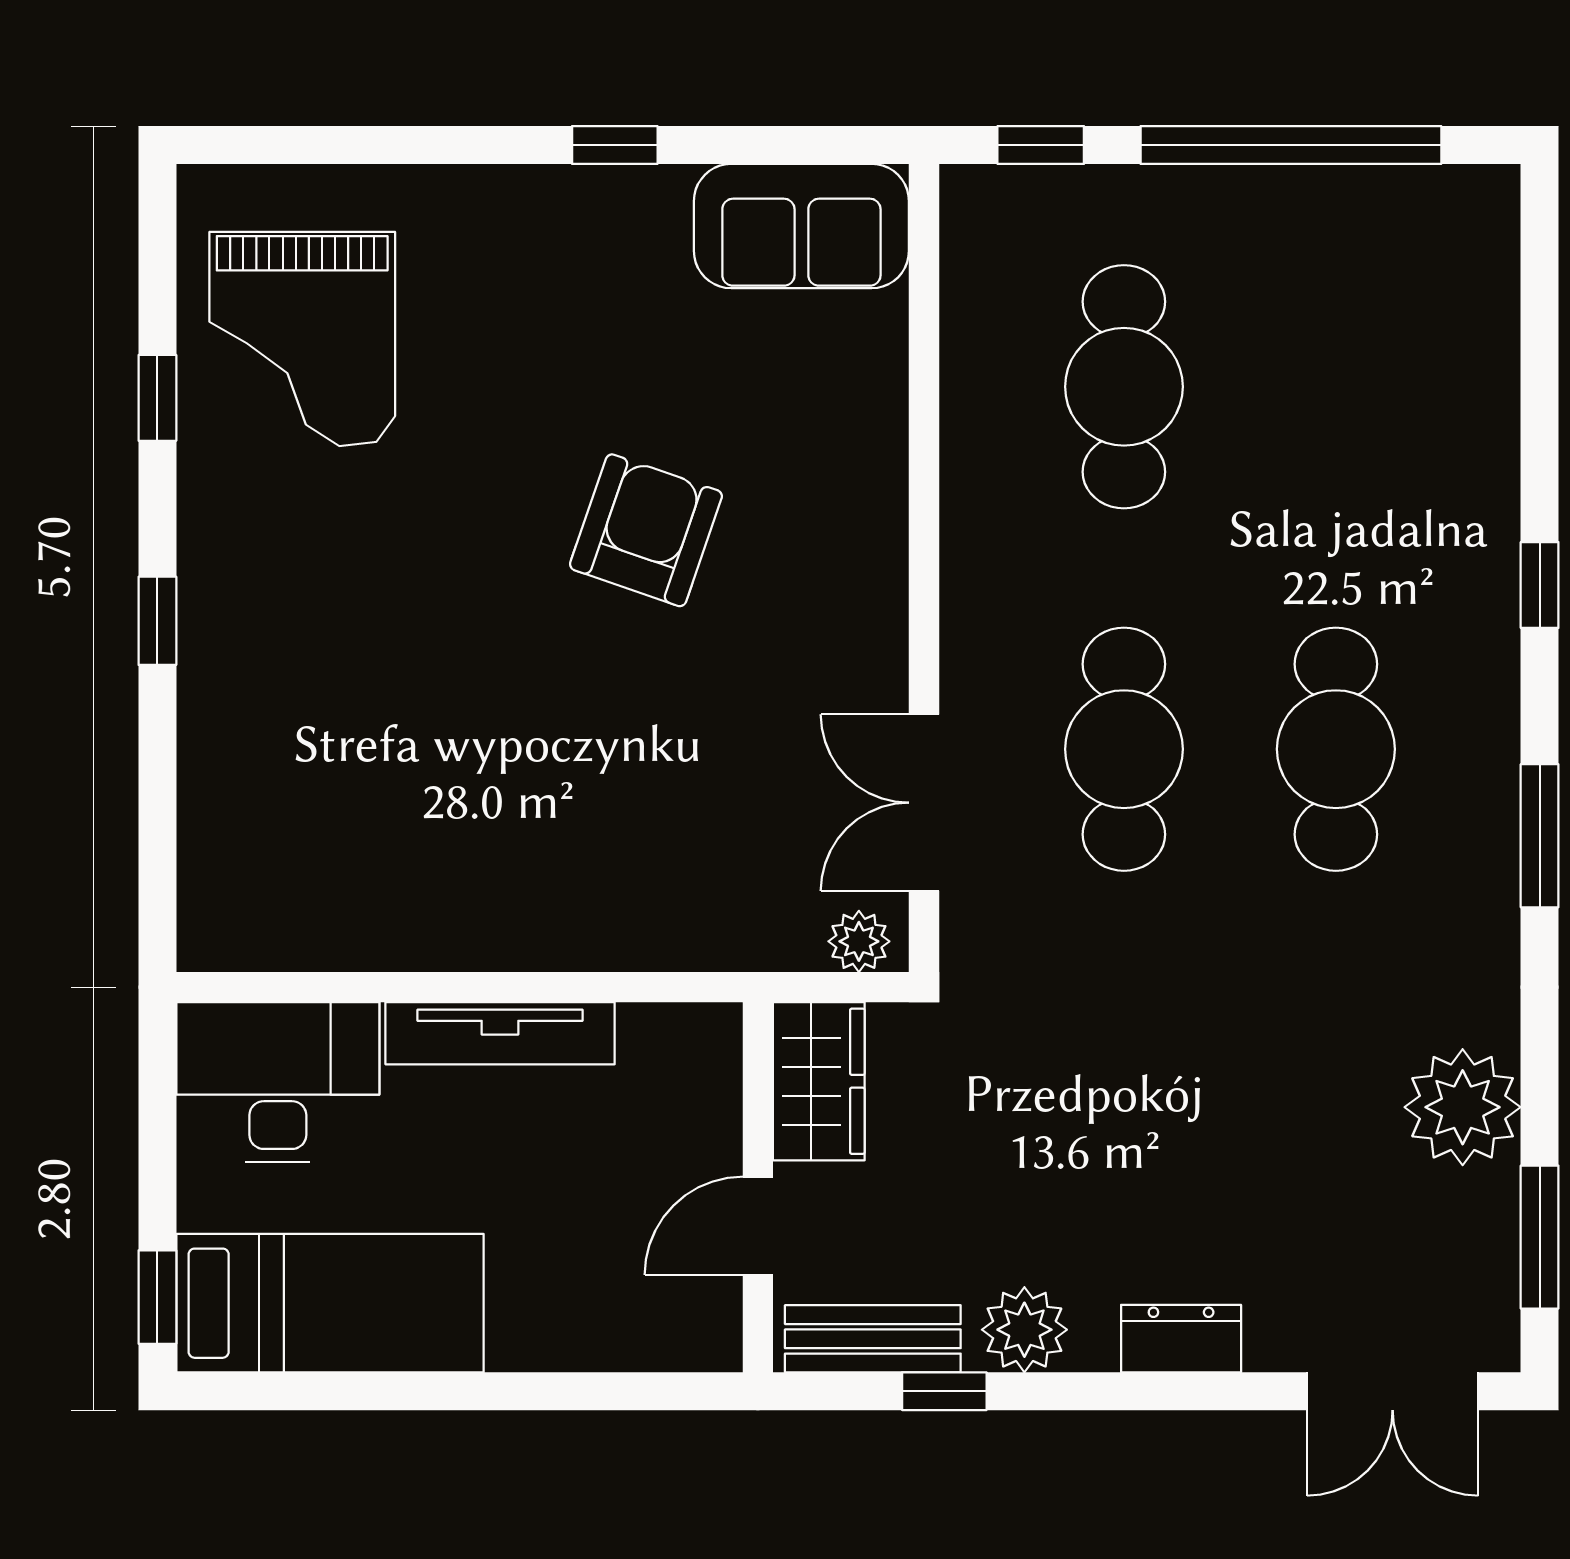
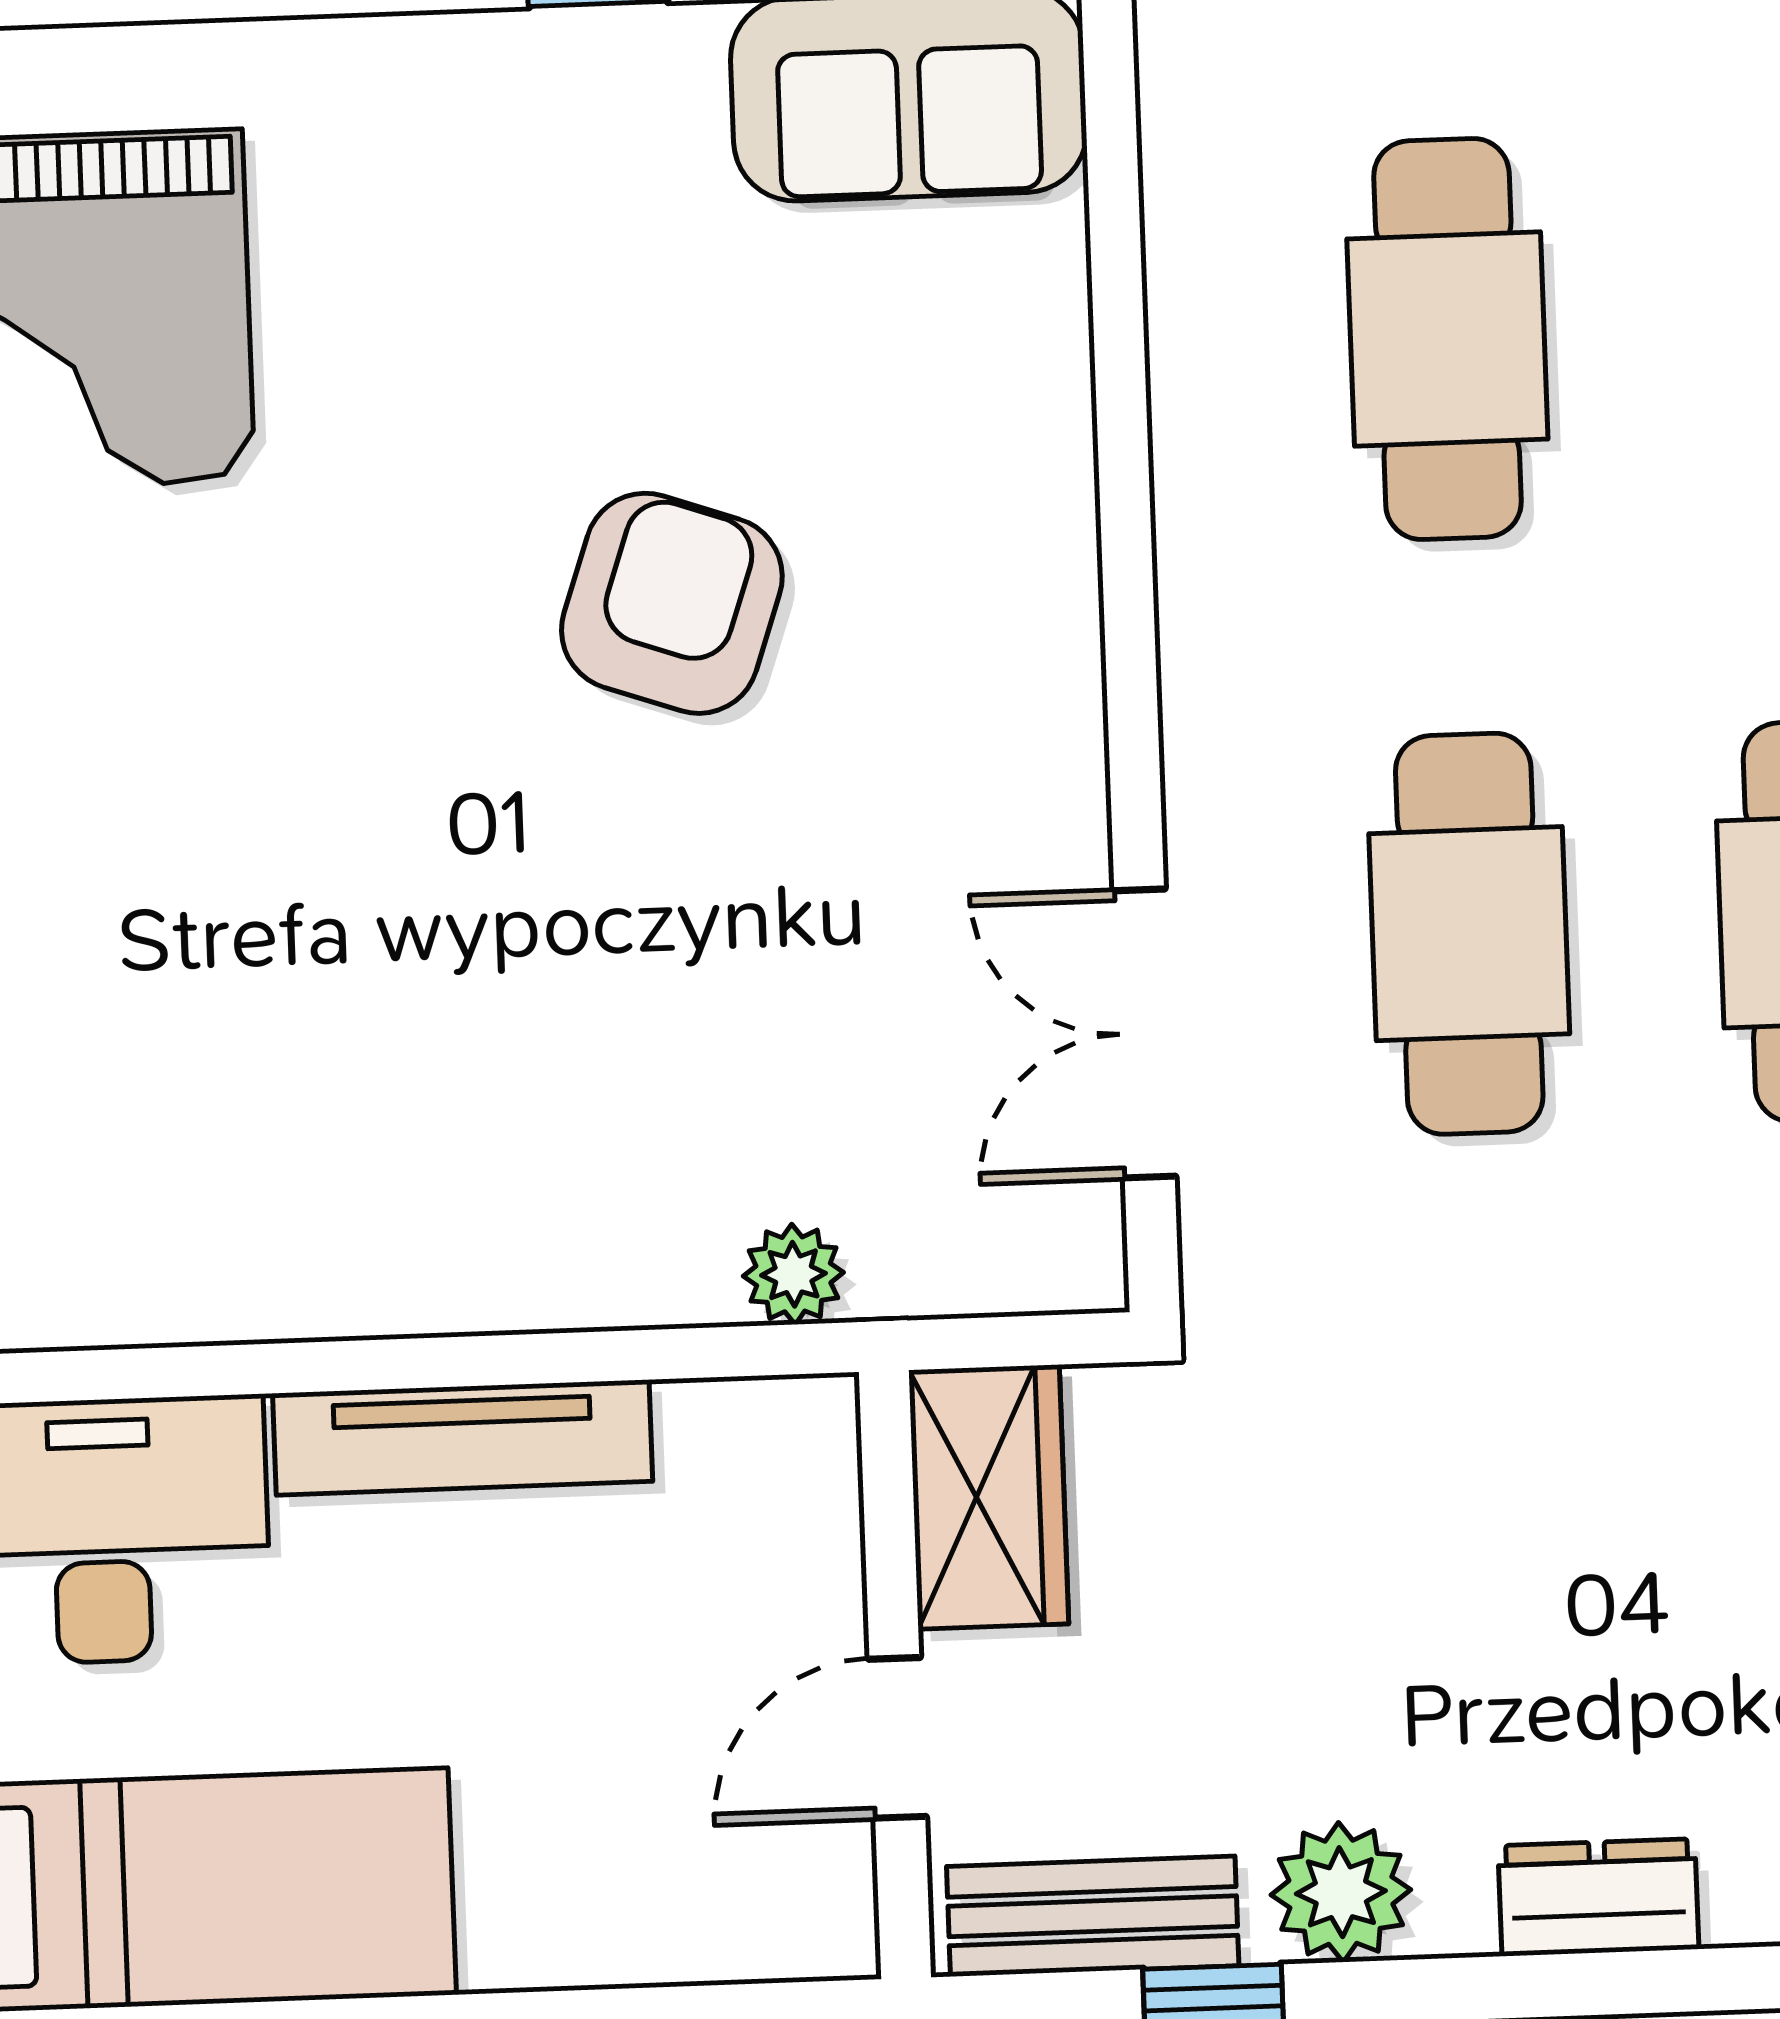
plant: (859, 941) -> (793, 1274), moved

